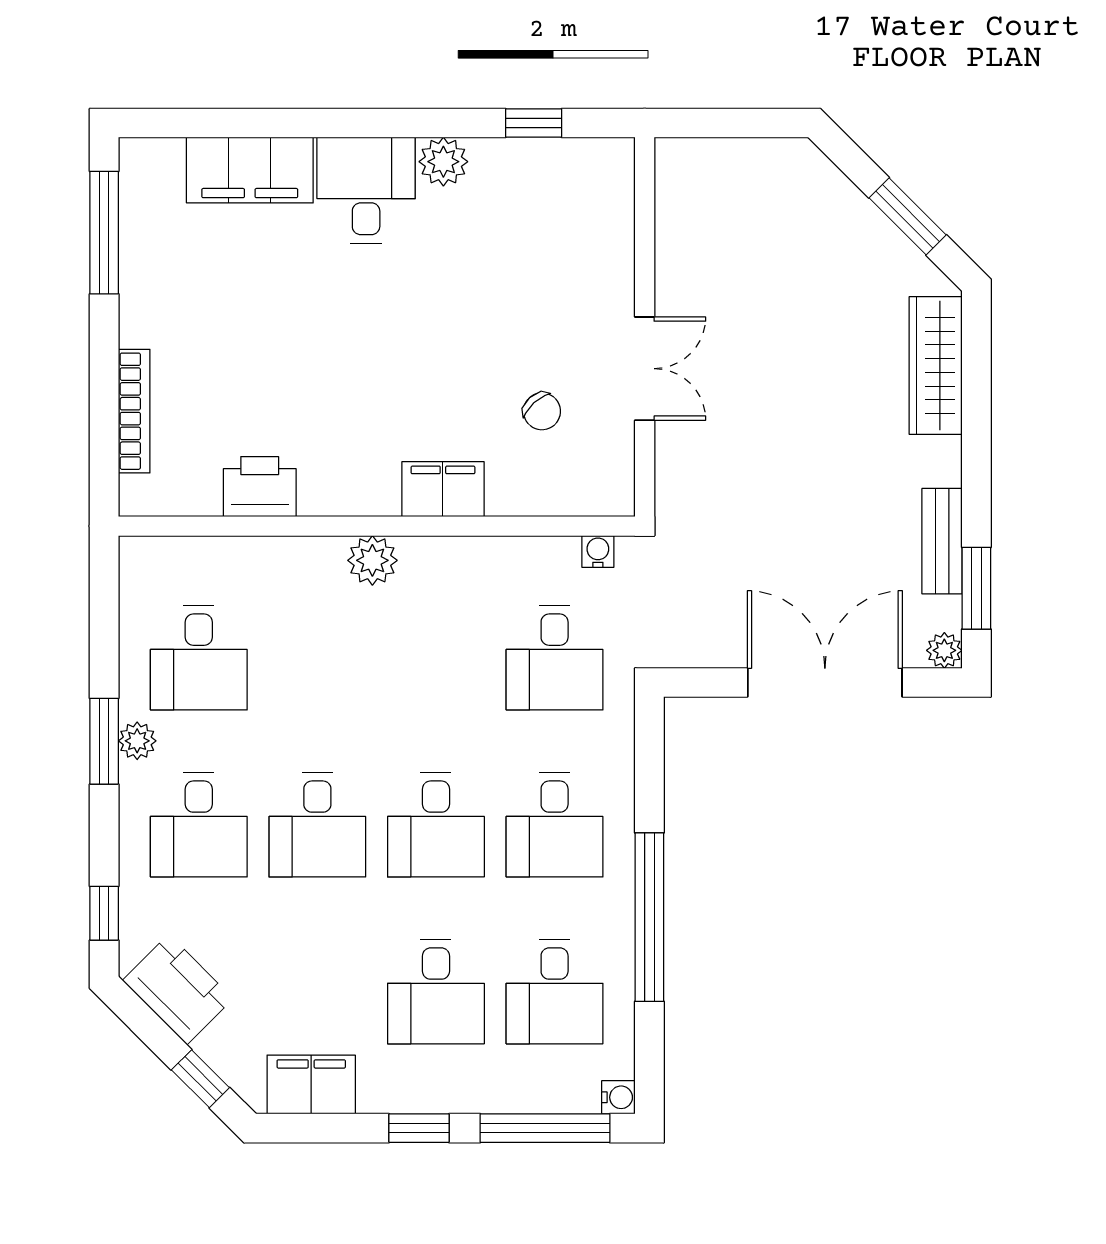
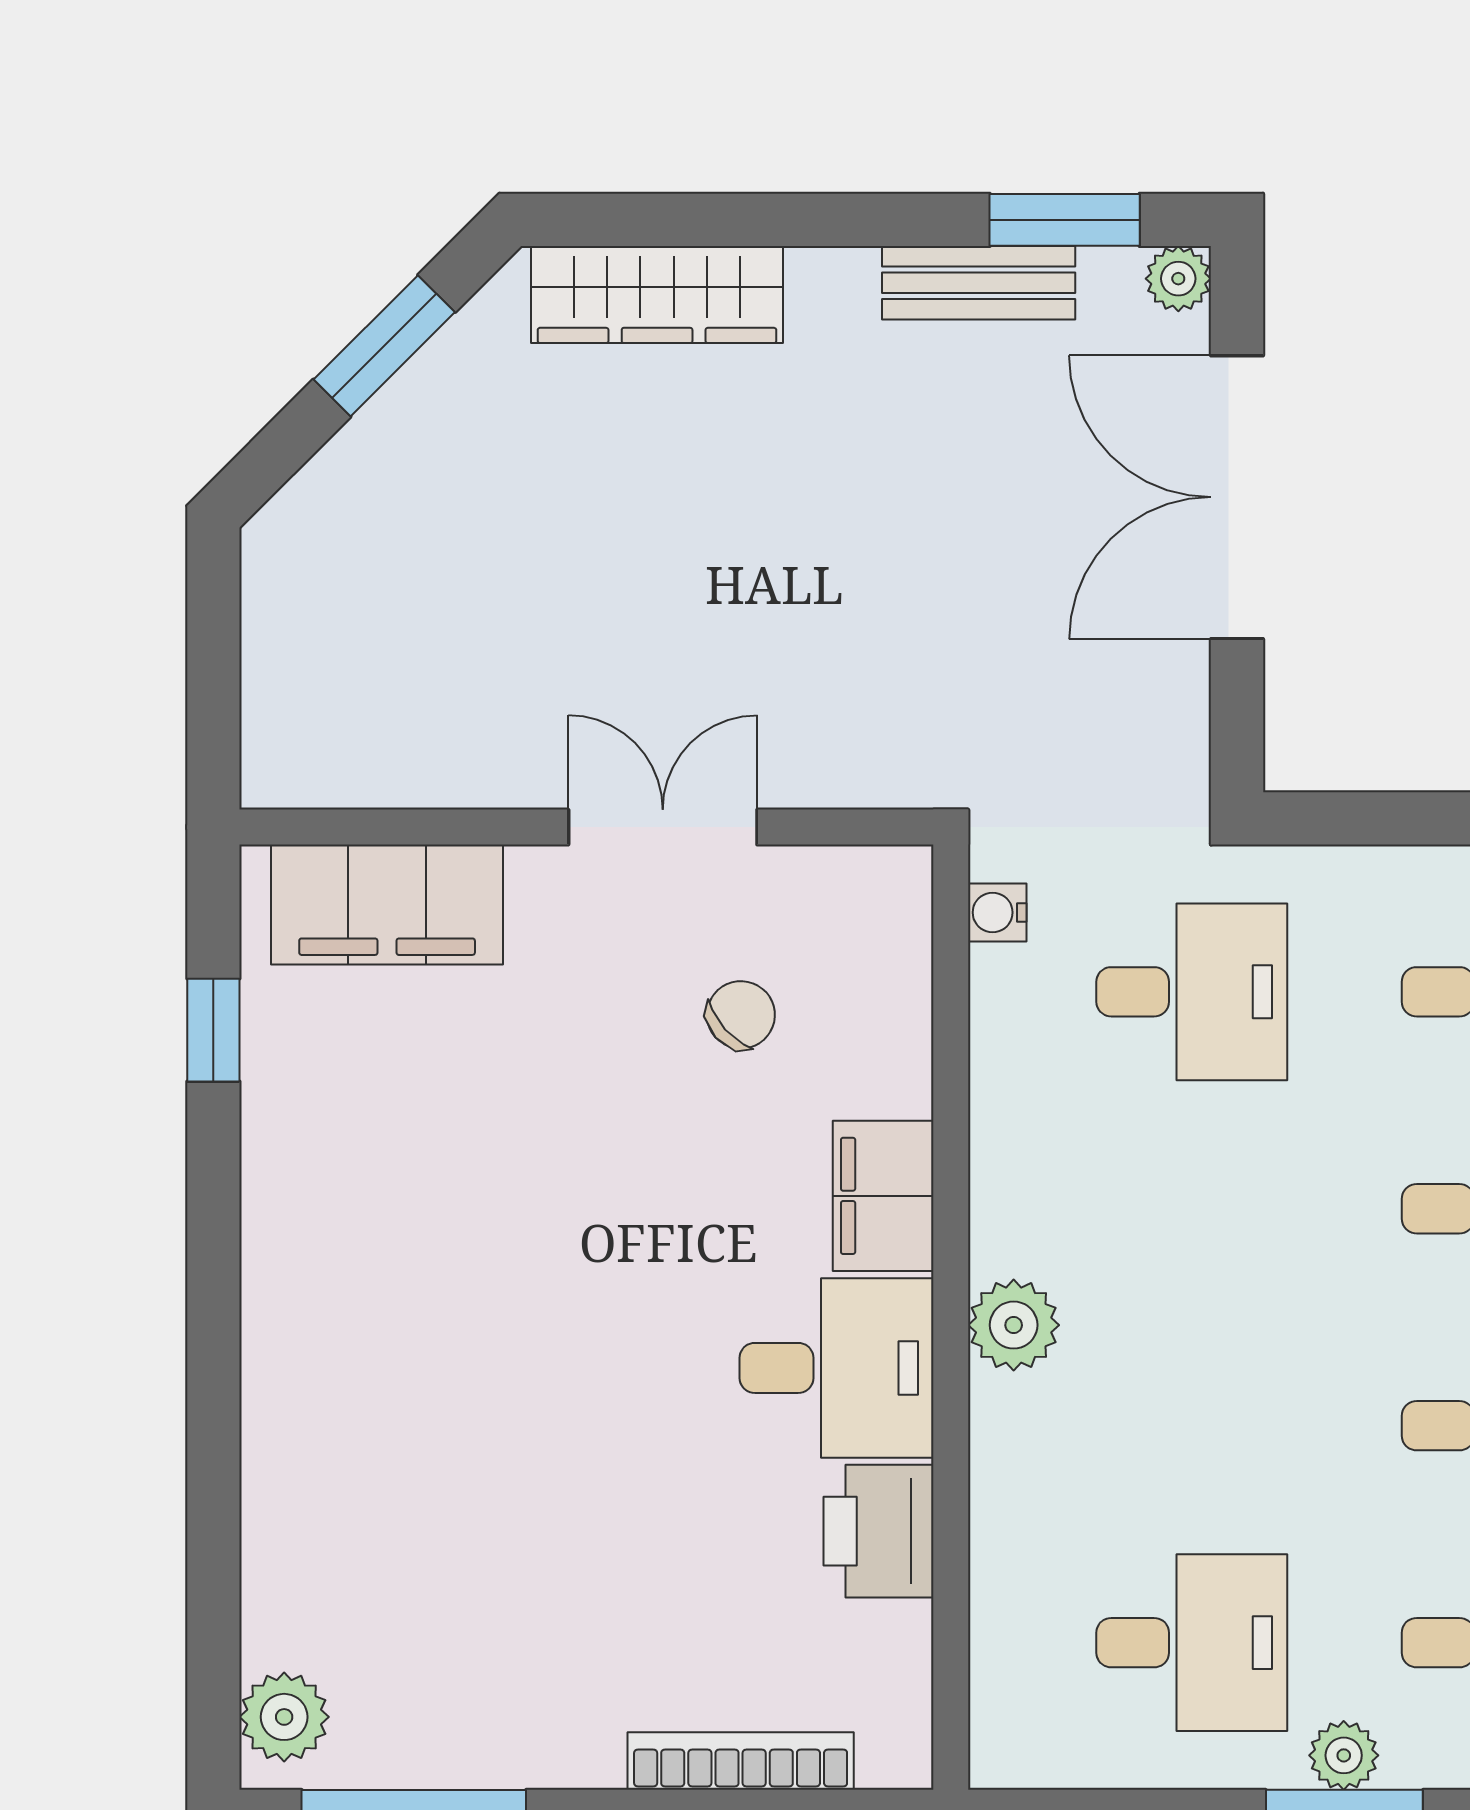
plant: (443, 162) -> (284, 1717), moved
filing cabinet: (250, 170) -> (387, 905), moved, turned 90
desk: (366, 190) -> (837, 1368), moved, turned 180

